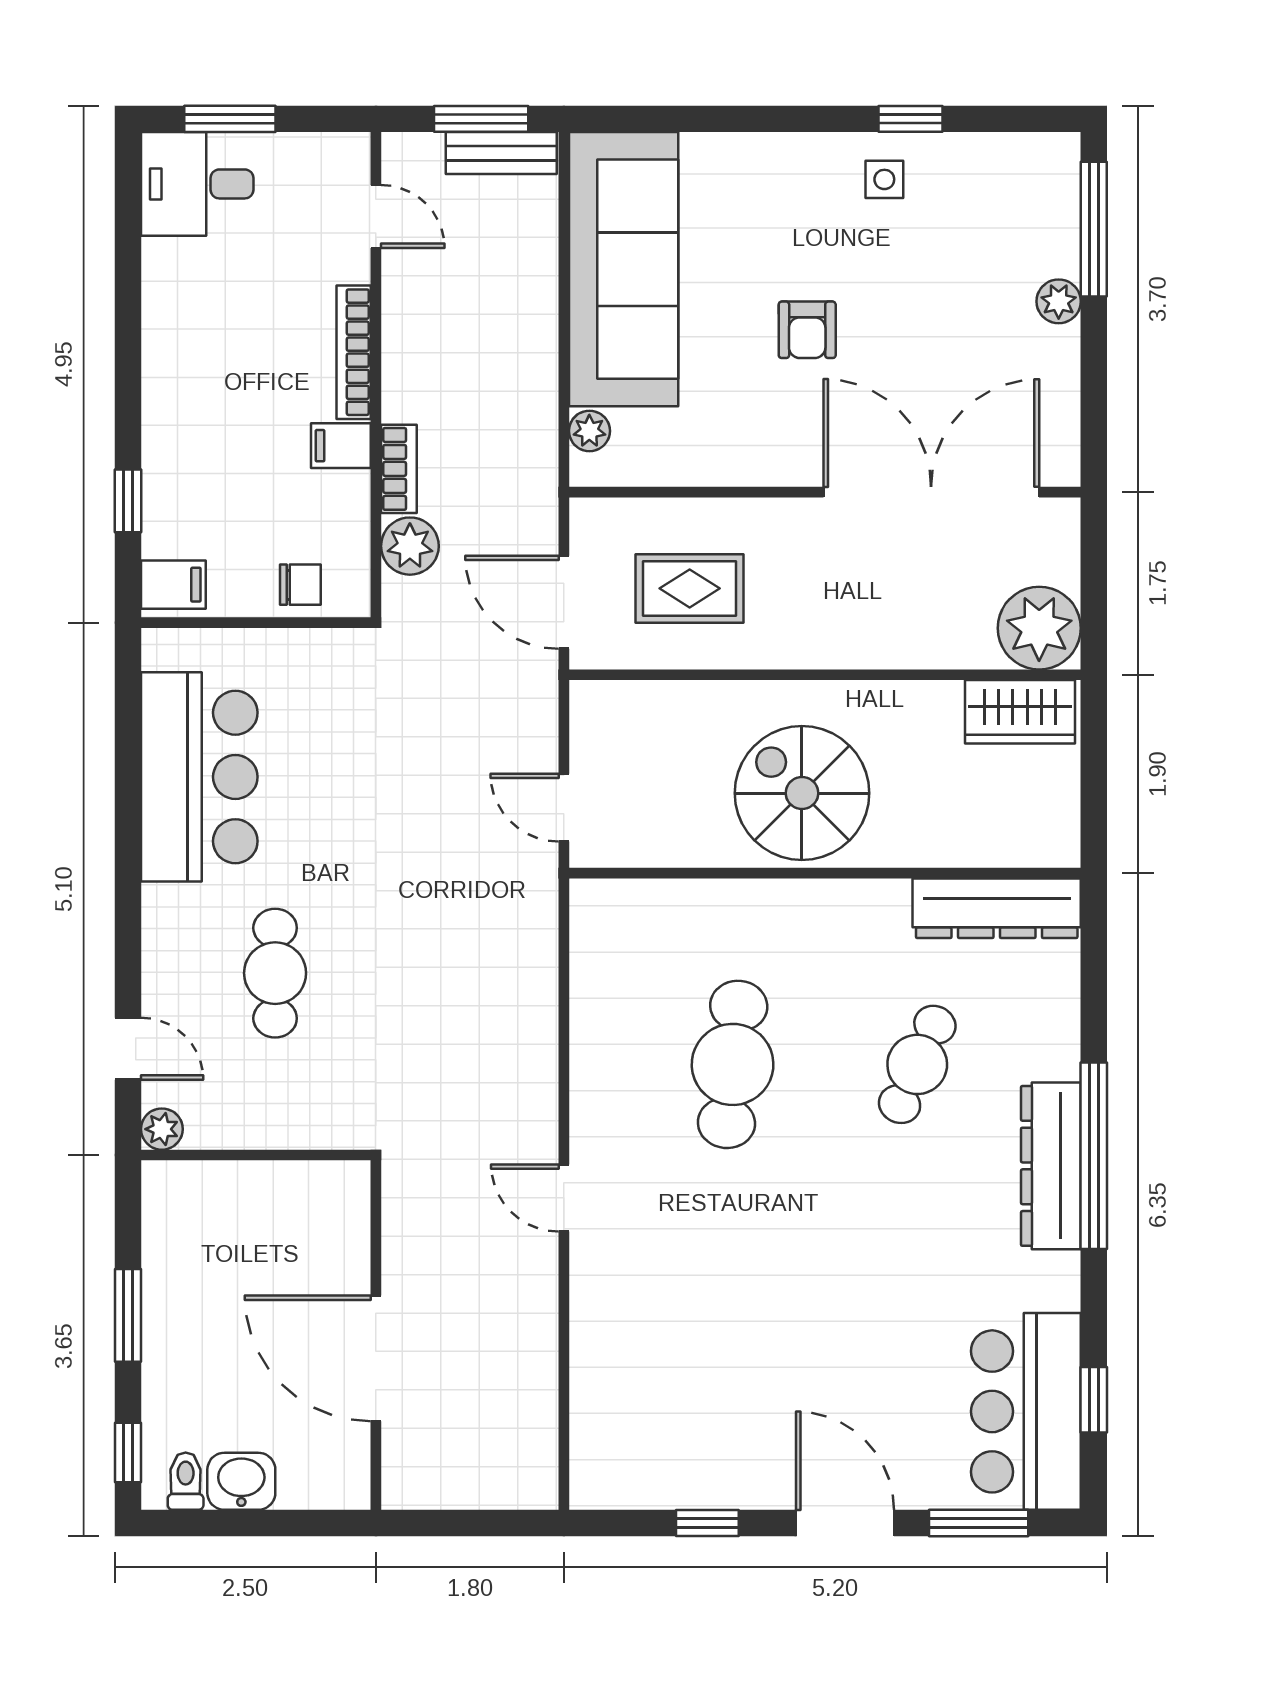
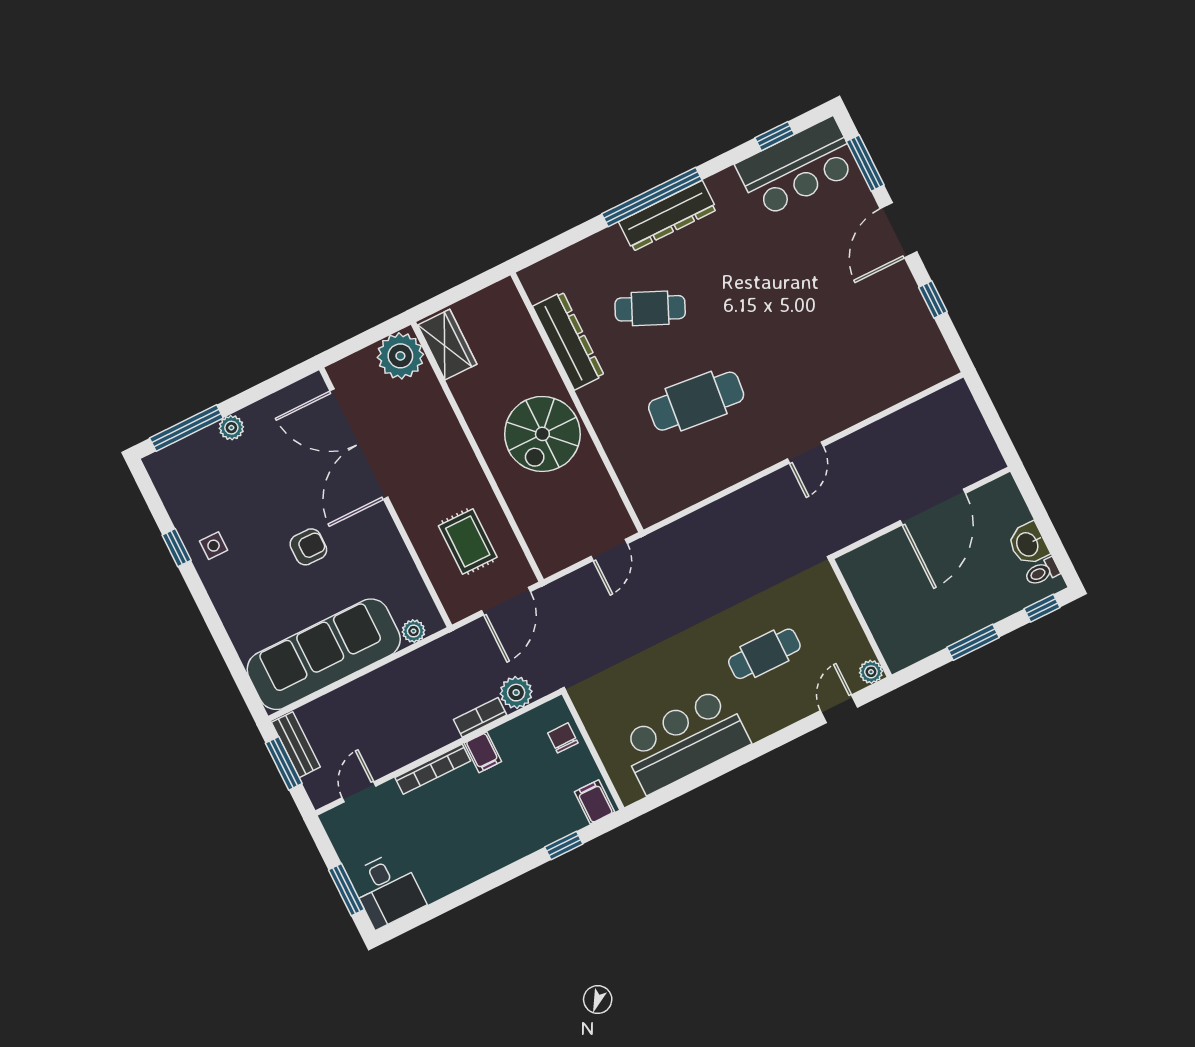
dresser: (997, 908) -> (568, 341), moved

